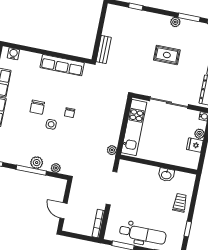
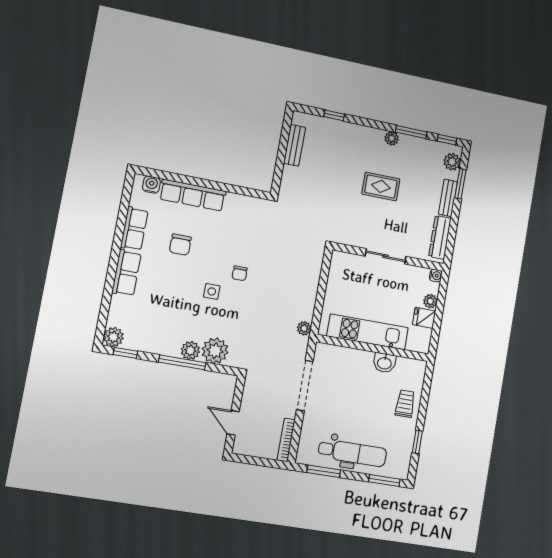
bench: (104, 50) -> (295, 145), moved
row of seats: (62, 65) -> (193, 195), moved
sliding door: (169, 103) -> (386, 256), width x0.73
chair: (37, 107) -> (180, 245), moved
kitchen unit: (134, 128) -> (368, 332), moved, turned -90
plant: (56, 168) -> (215, 351), width x1.87, depth x1.87

